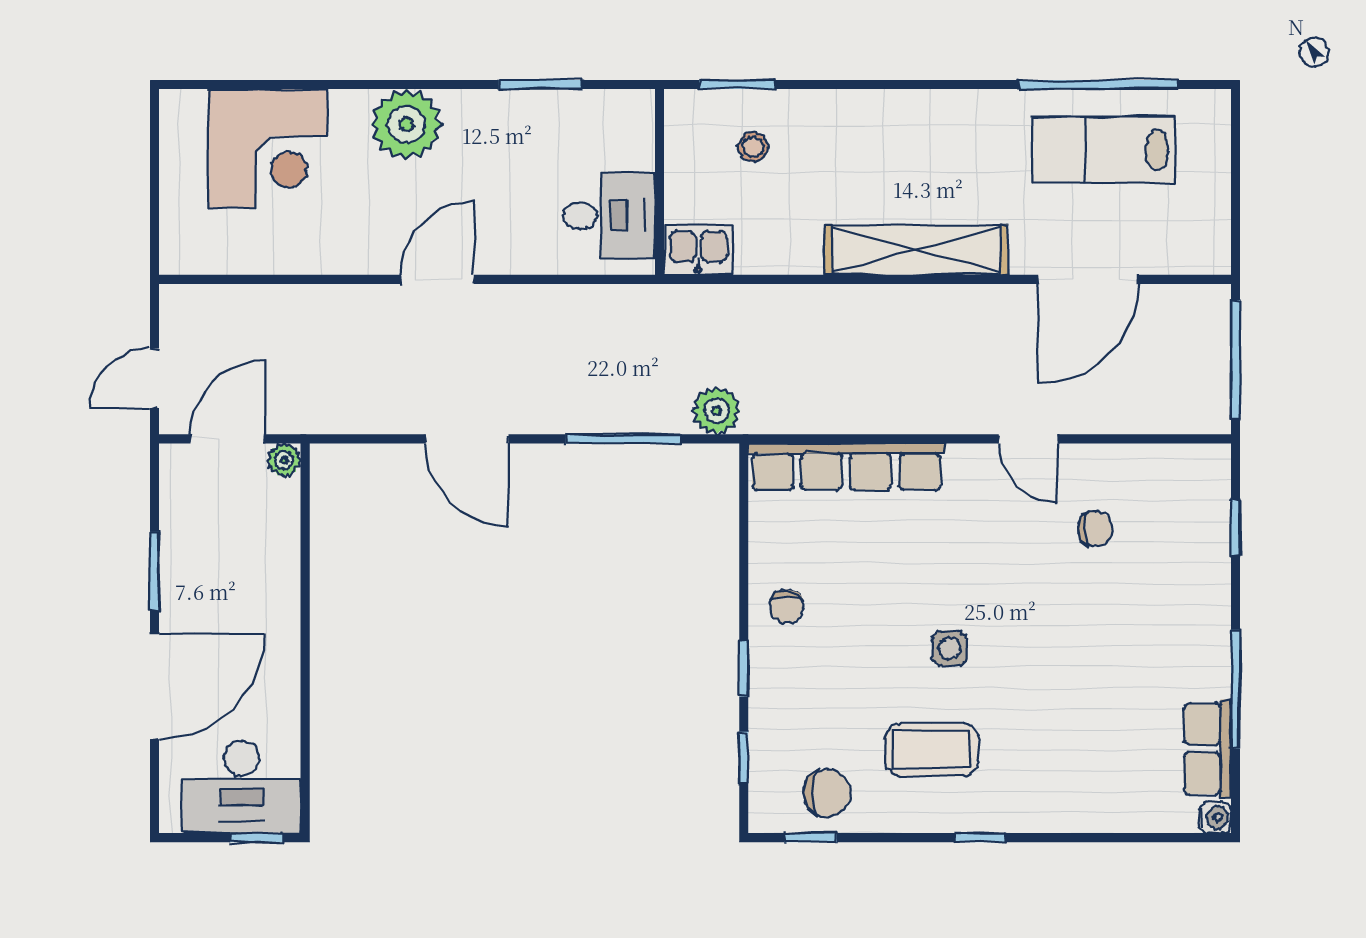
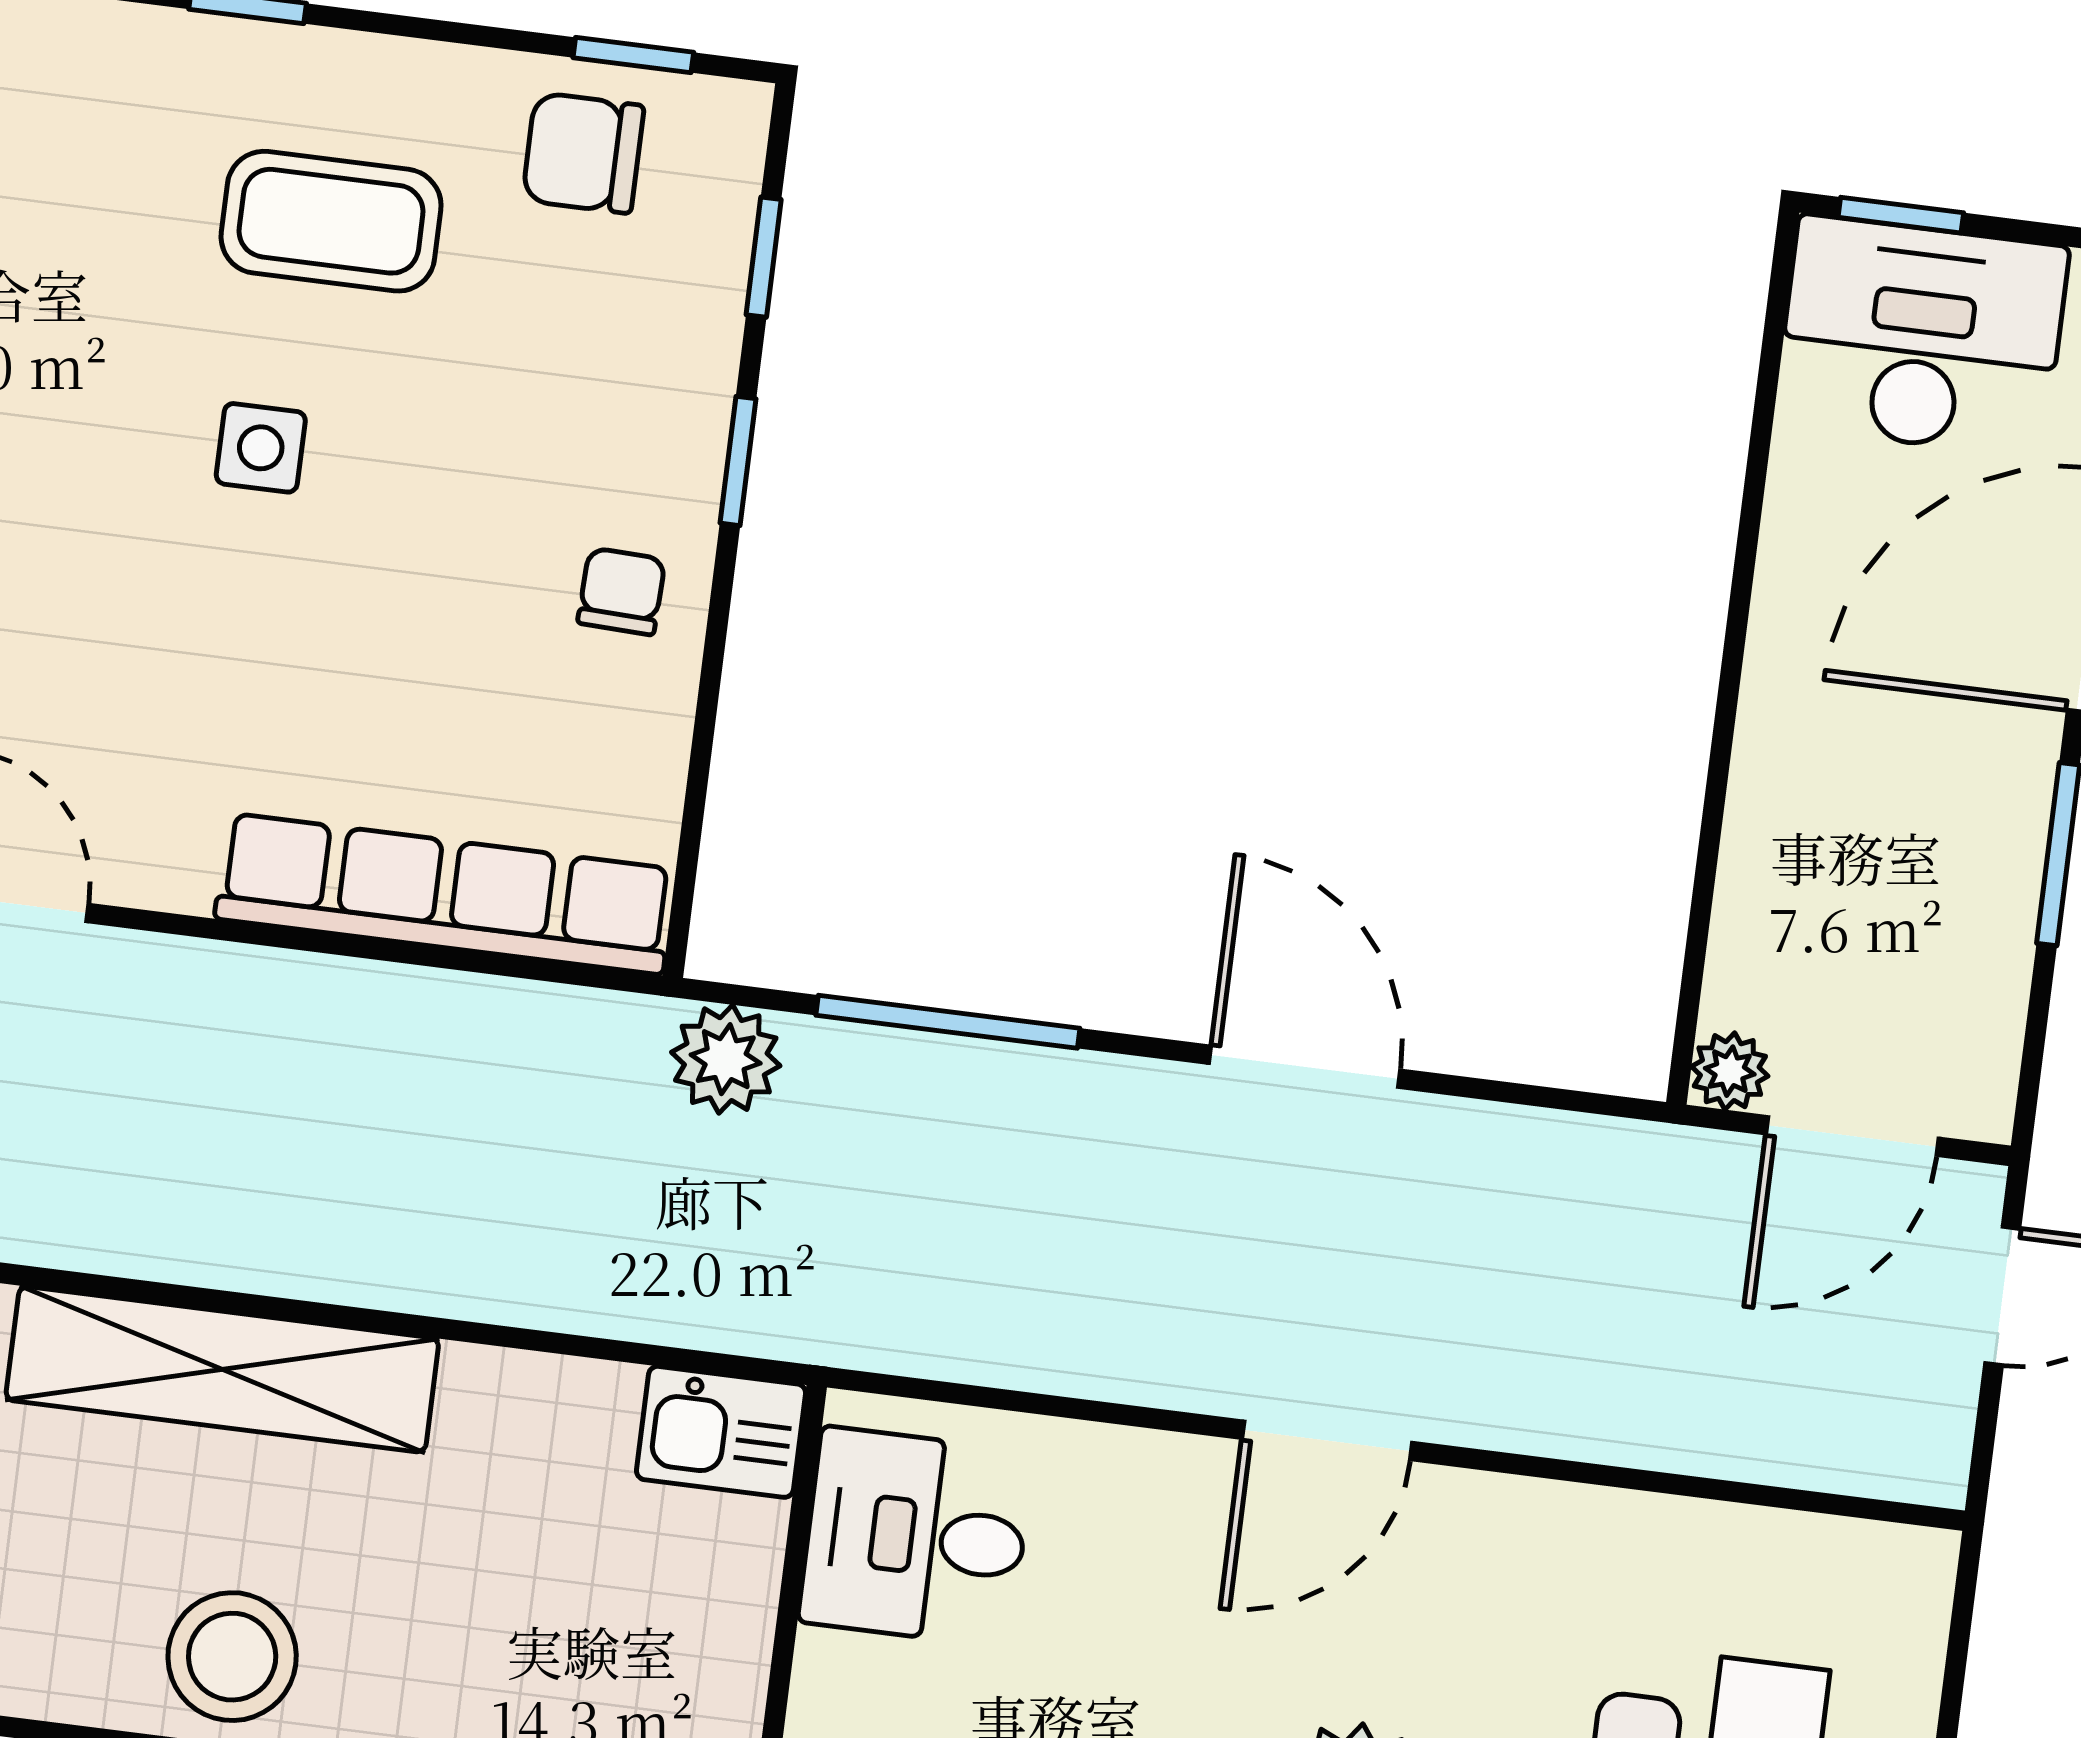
stool: (753, 147) -> (232, 1657), moved, width x1.89, depth x1.89

